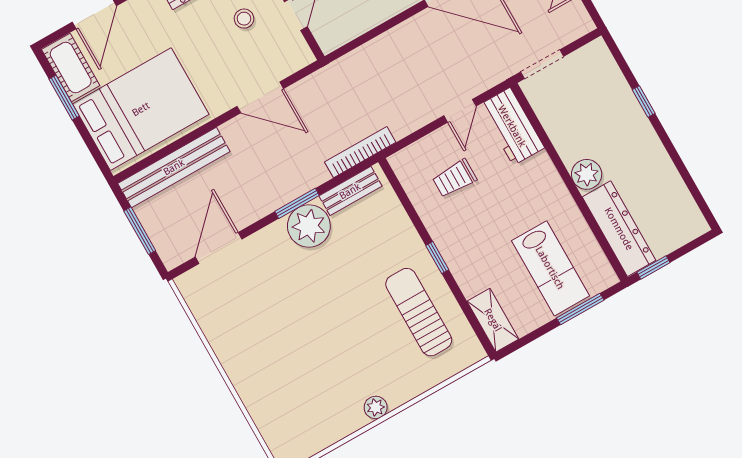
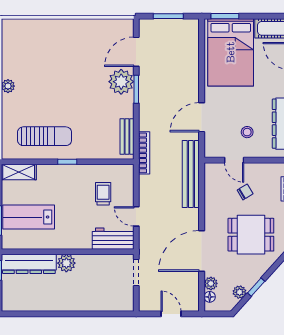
window: (64, 98) -> (225, 16), moved
window: (644, 101) -> (87, 314), removed
bench: (174, 167) -> (191, 174), moved
window: (297, 203) -> (136, 89), moved
plant: (309, 226) -> (121, 82), moved
door: (219, 248) -> (136, 52), swing flipped

